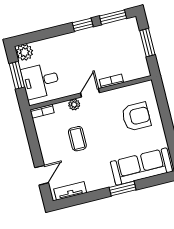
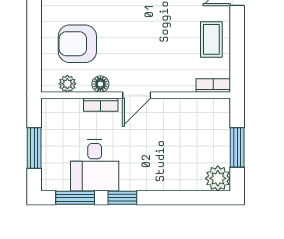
desk: (40, 81) -> (95, 165), moved, turned 90
floor lamp: (115, 94) -> (100, 84), added
plant: (74, 105) -> (67, 84), moved
coffee table: (77, 139) -> (211, 39), moved

